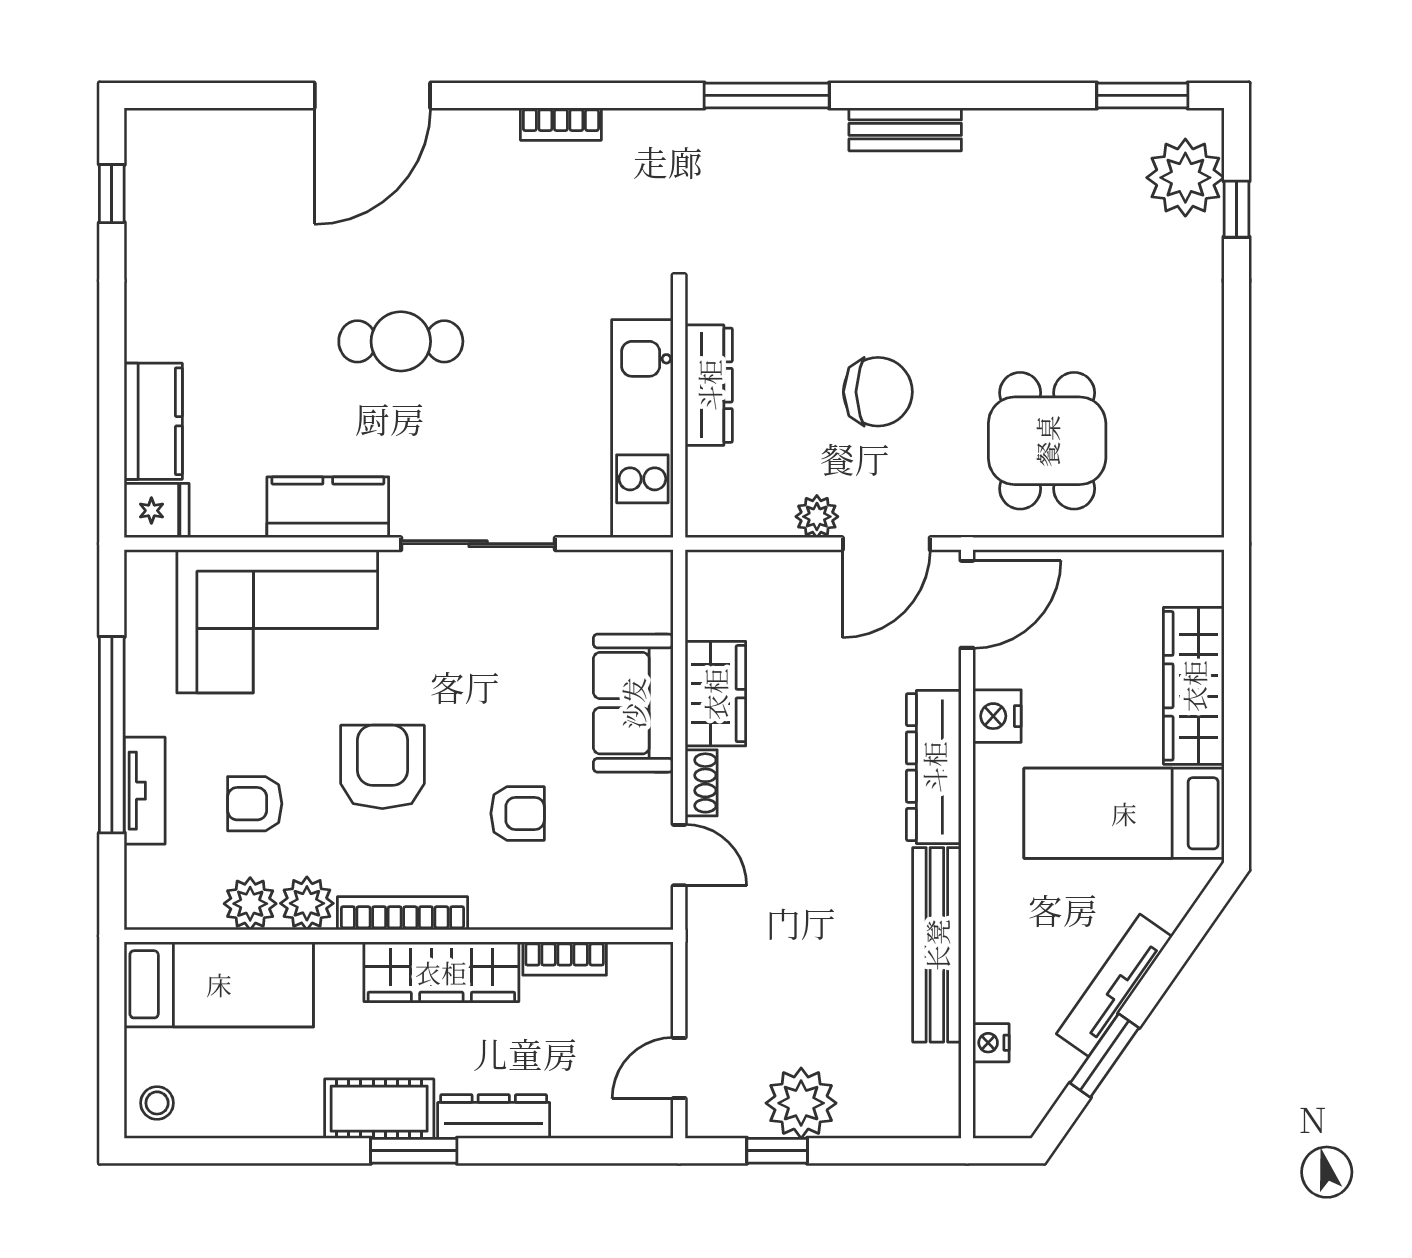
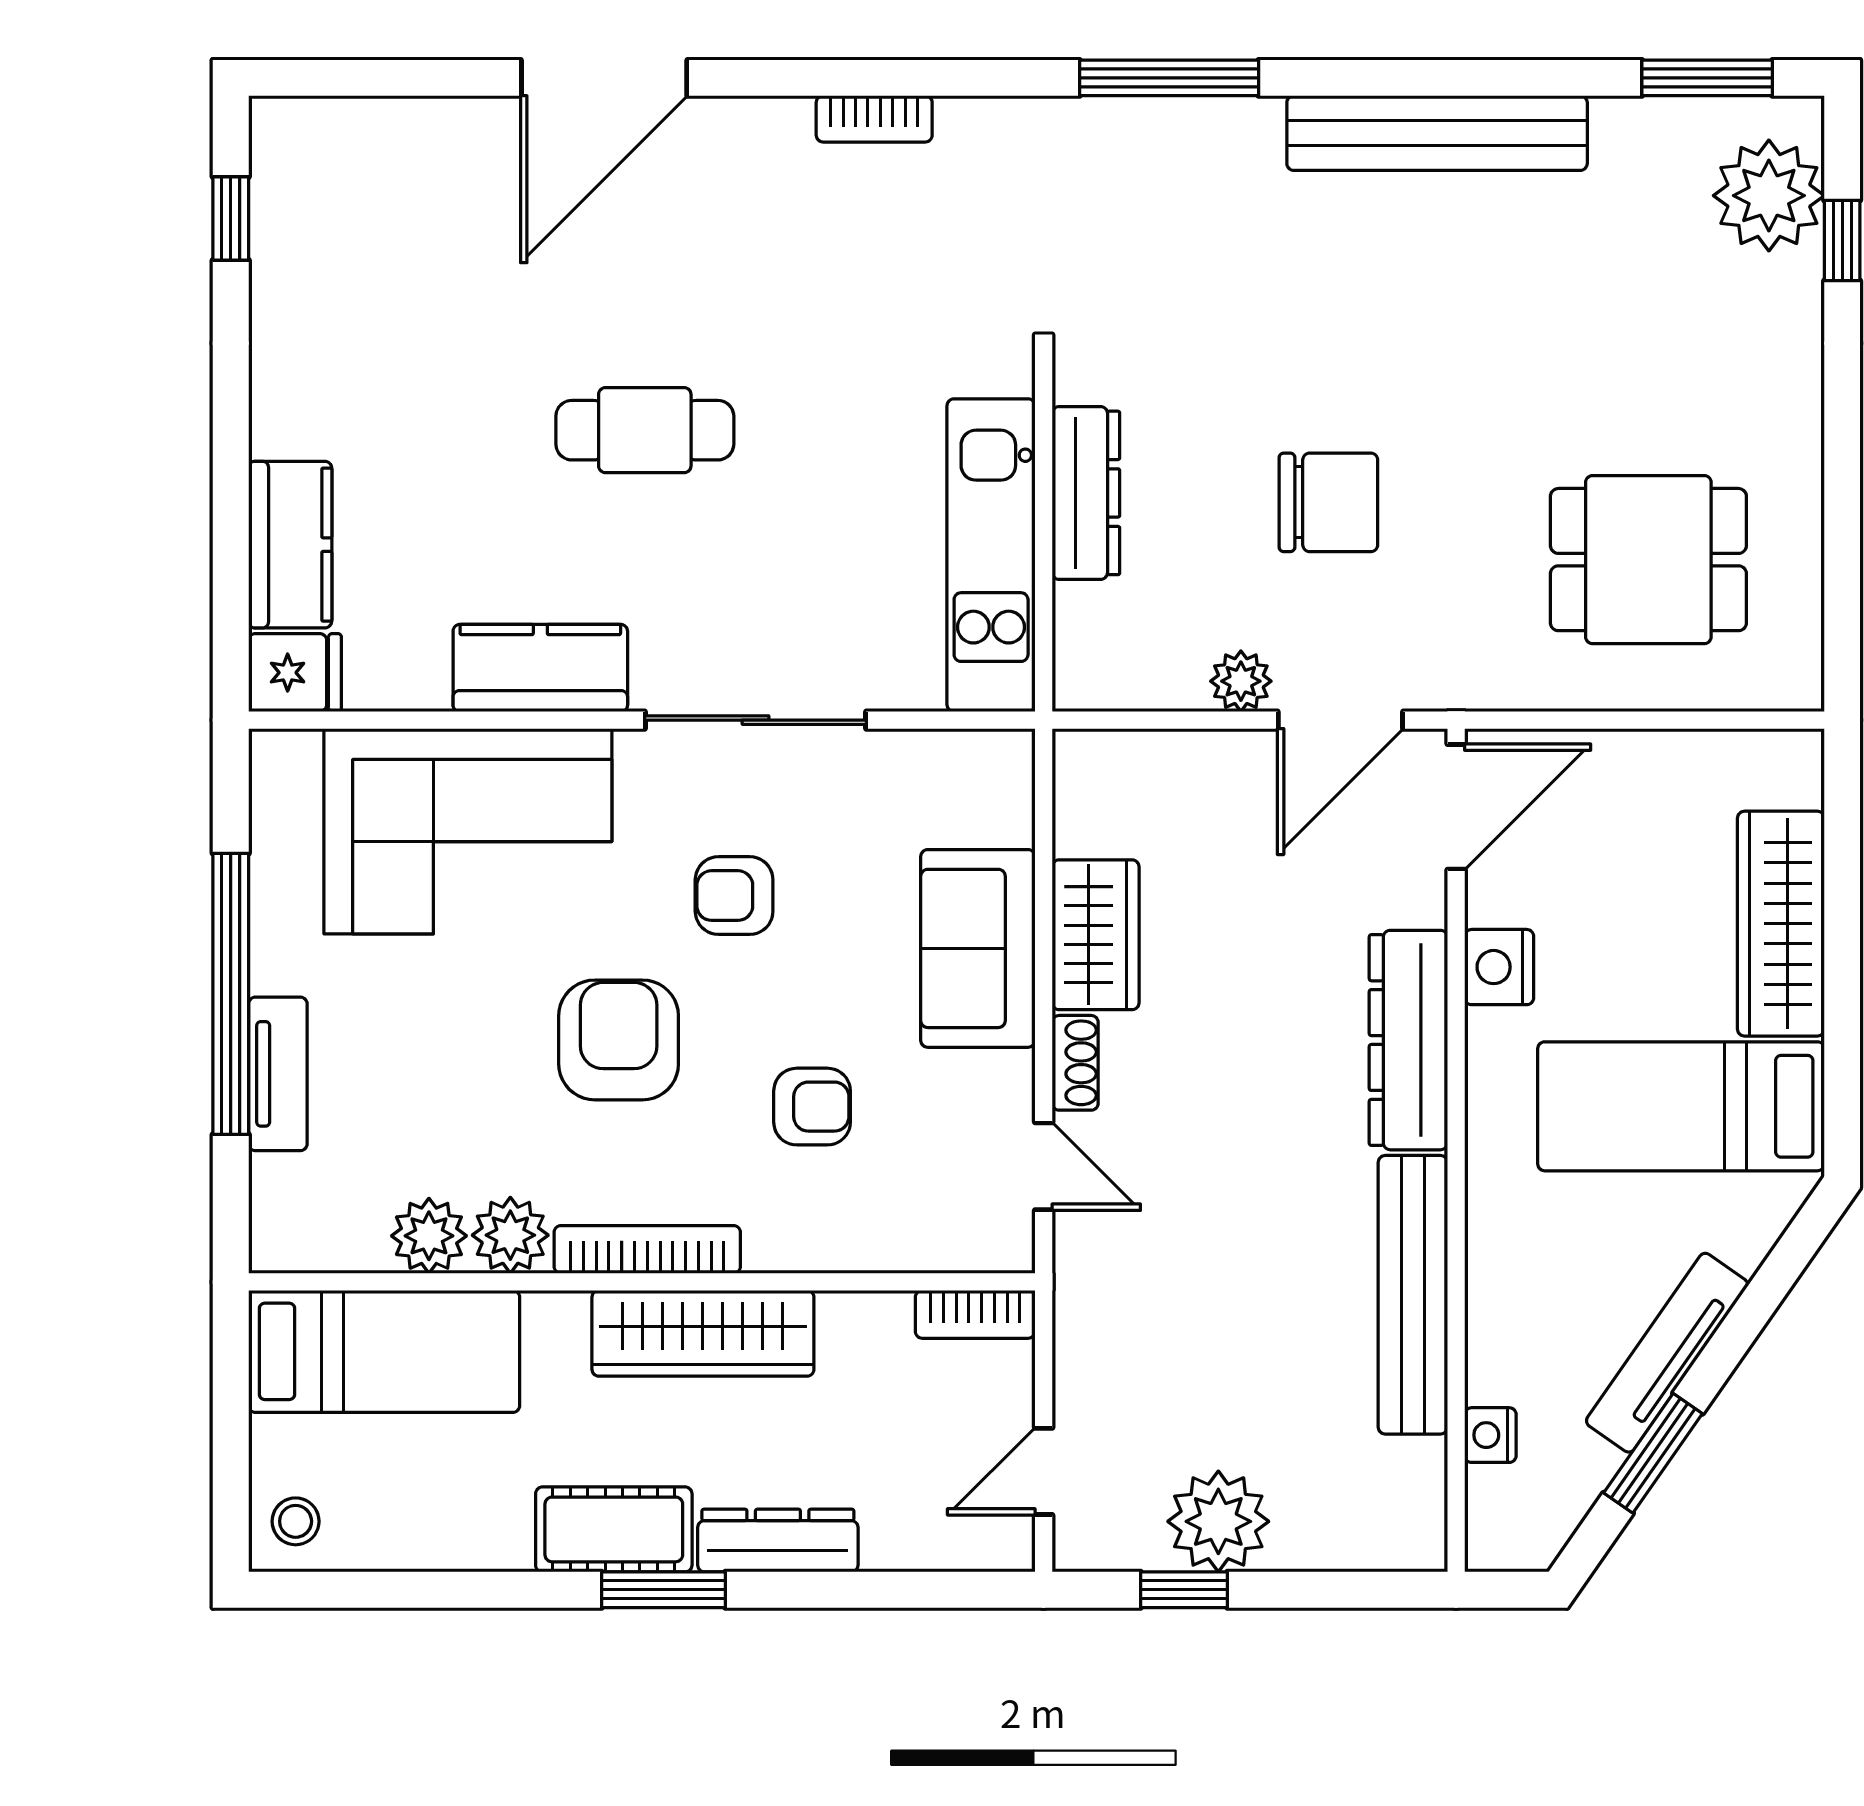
bench: (905, 129) -> (1437, 133), width x1.86, depth x1.21
dining table: (1047, 441) -> (1648, 560), moved, turned 90
armchair: (255, 804) -> (734, 896), moved
bookcase: (565, 958) -> (975, 1314), moved

